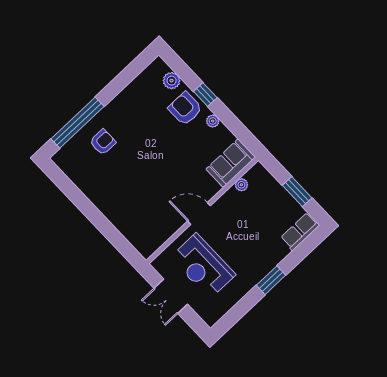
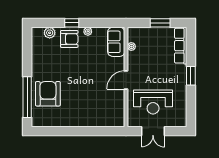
armchair: (185, 109) -> (69, 39), turned 180
armchair: (103, 142) -> (48, 94), width x1.88, depth x1.88
row of seats: (300, 232) -> (181, 46), width x1.48

